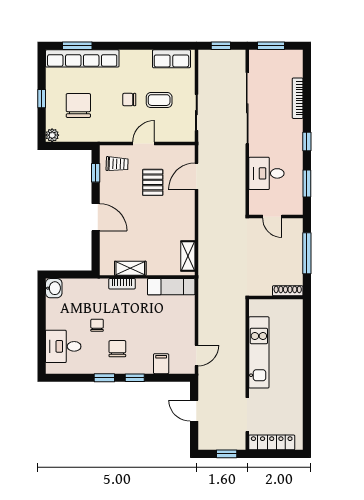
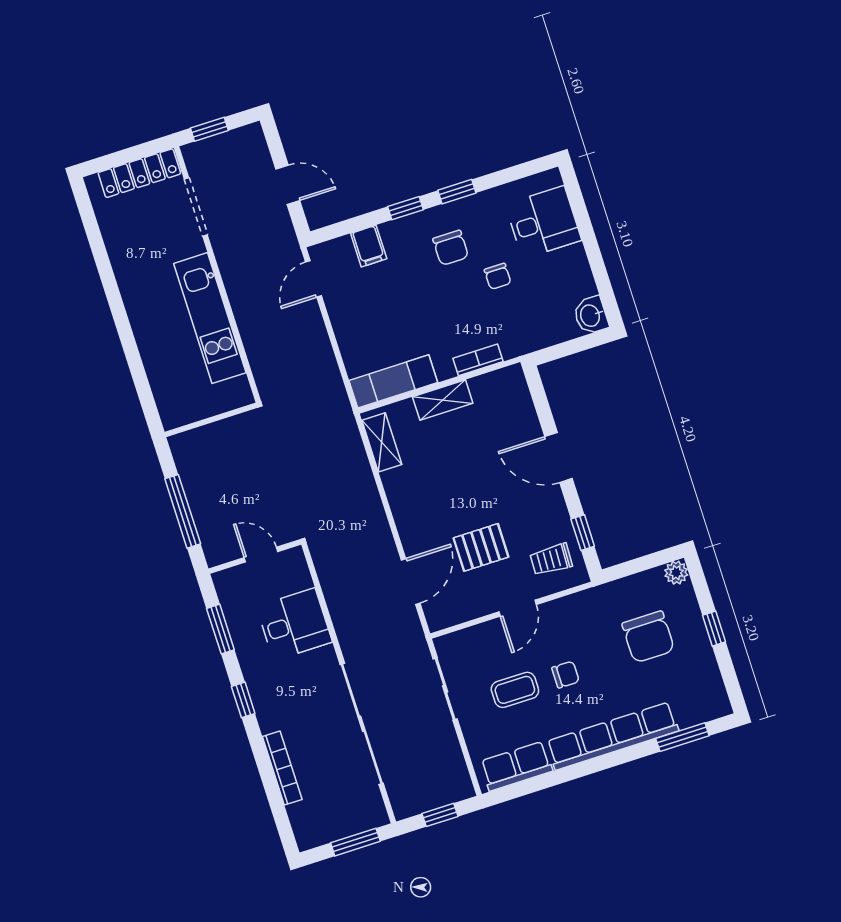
row of seats: (82, 58) -> (612, 736), moved
pallet: (153, 182) -> (481, 547), turned 90
shelving: (130, 268) -> (443, 400), moved
shoe rack: (288, 291) -> (195, 438), removed

